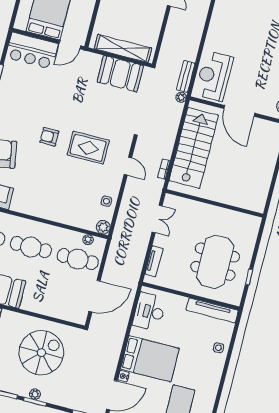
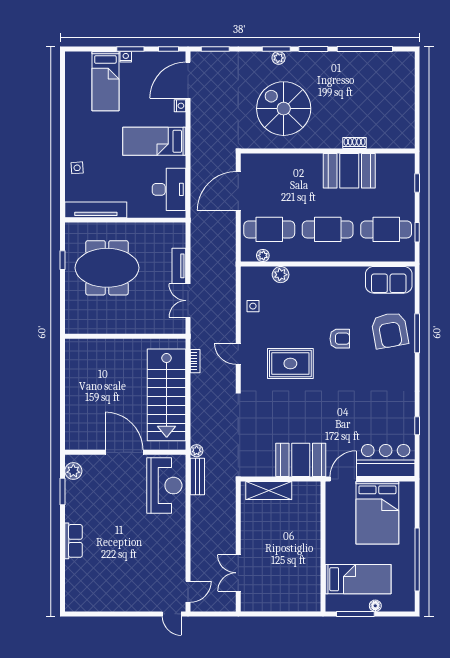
shelving: (123, 48) -> (269, 491), width x0.68
booth: (120, 74) -> (301, 460), moved
armchair: (49, 137) -> (340, 339), moved
plant: (103, 227) -> (281, 275), moved
tv unit: (154, 261) -> (179, 266), moved
meeting table: (215, 262) -> (107, 268), turned 90
spiral stairs: (41, 353) -> (284, 109), turned 90
bed: (150, 359) -> (154, 141), width x0.67

